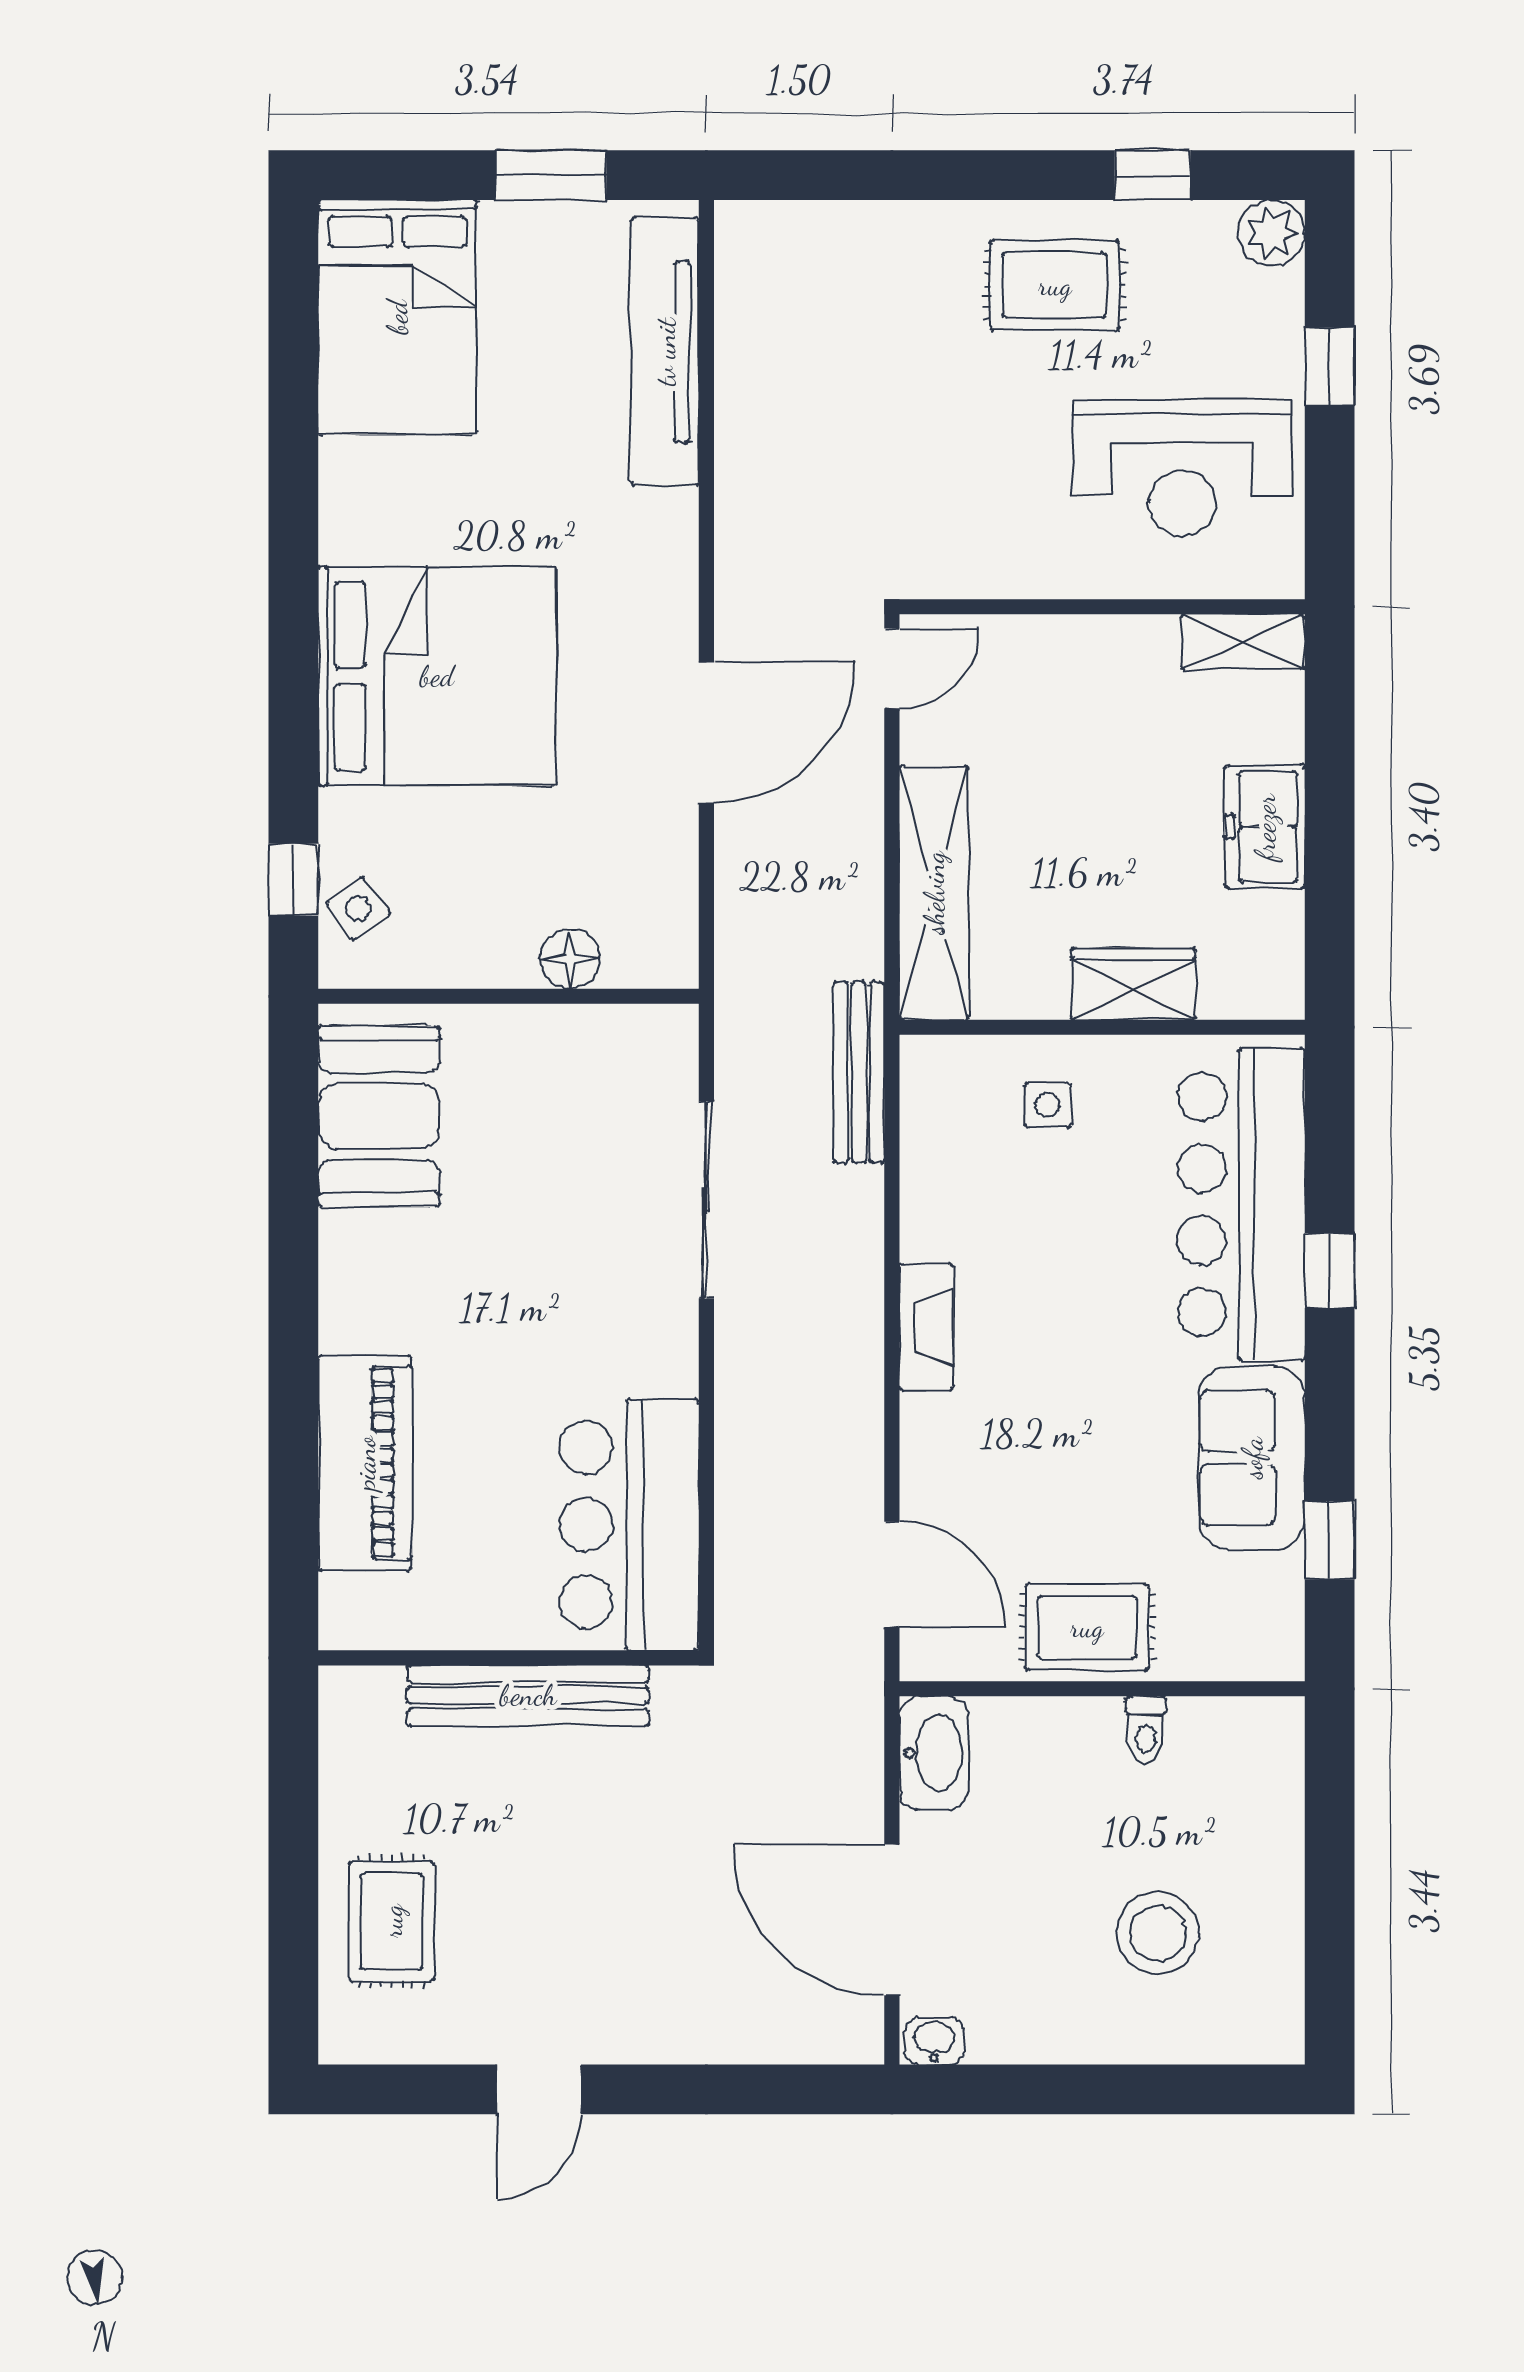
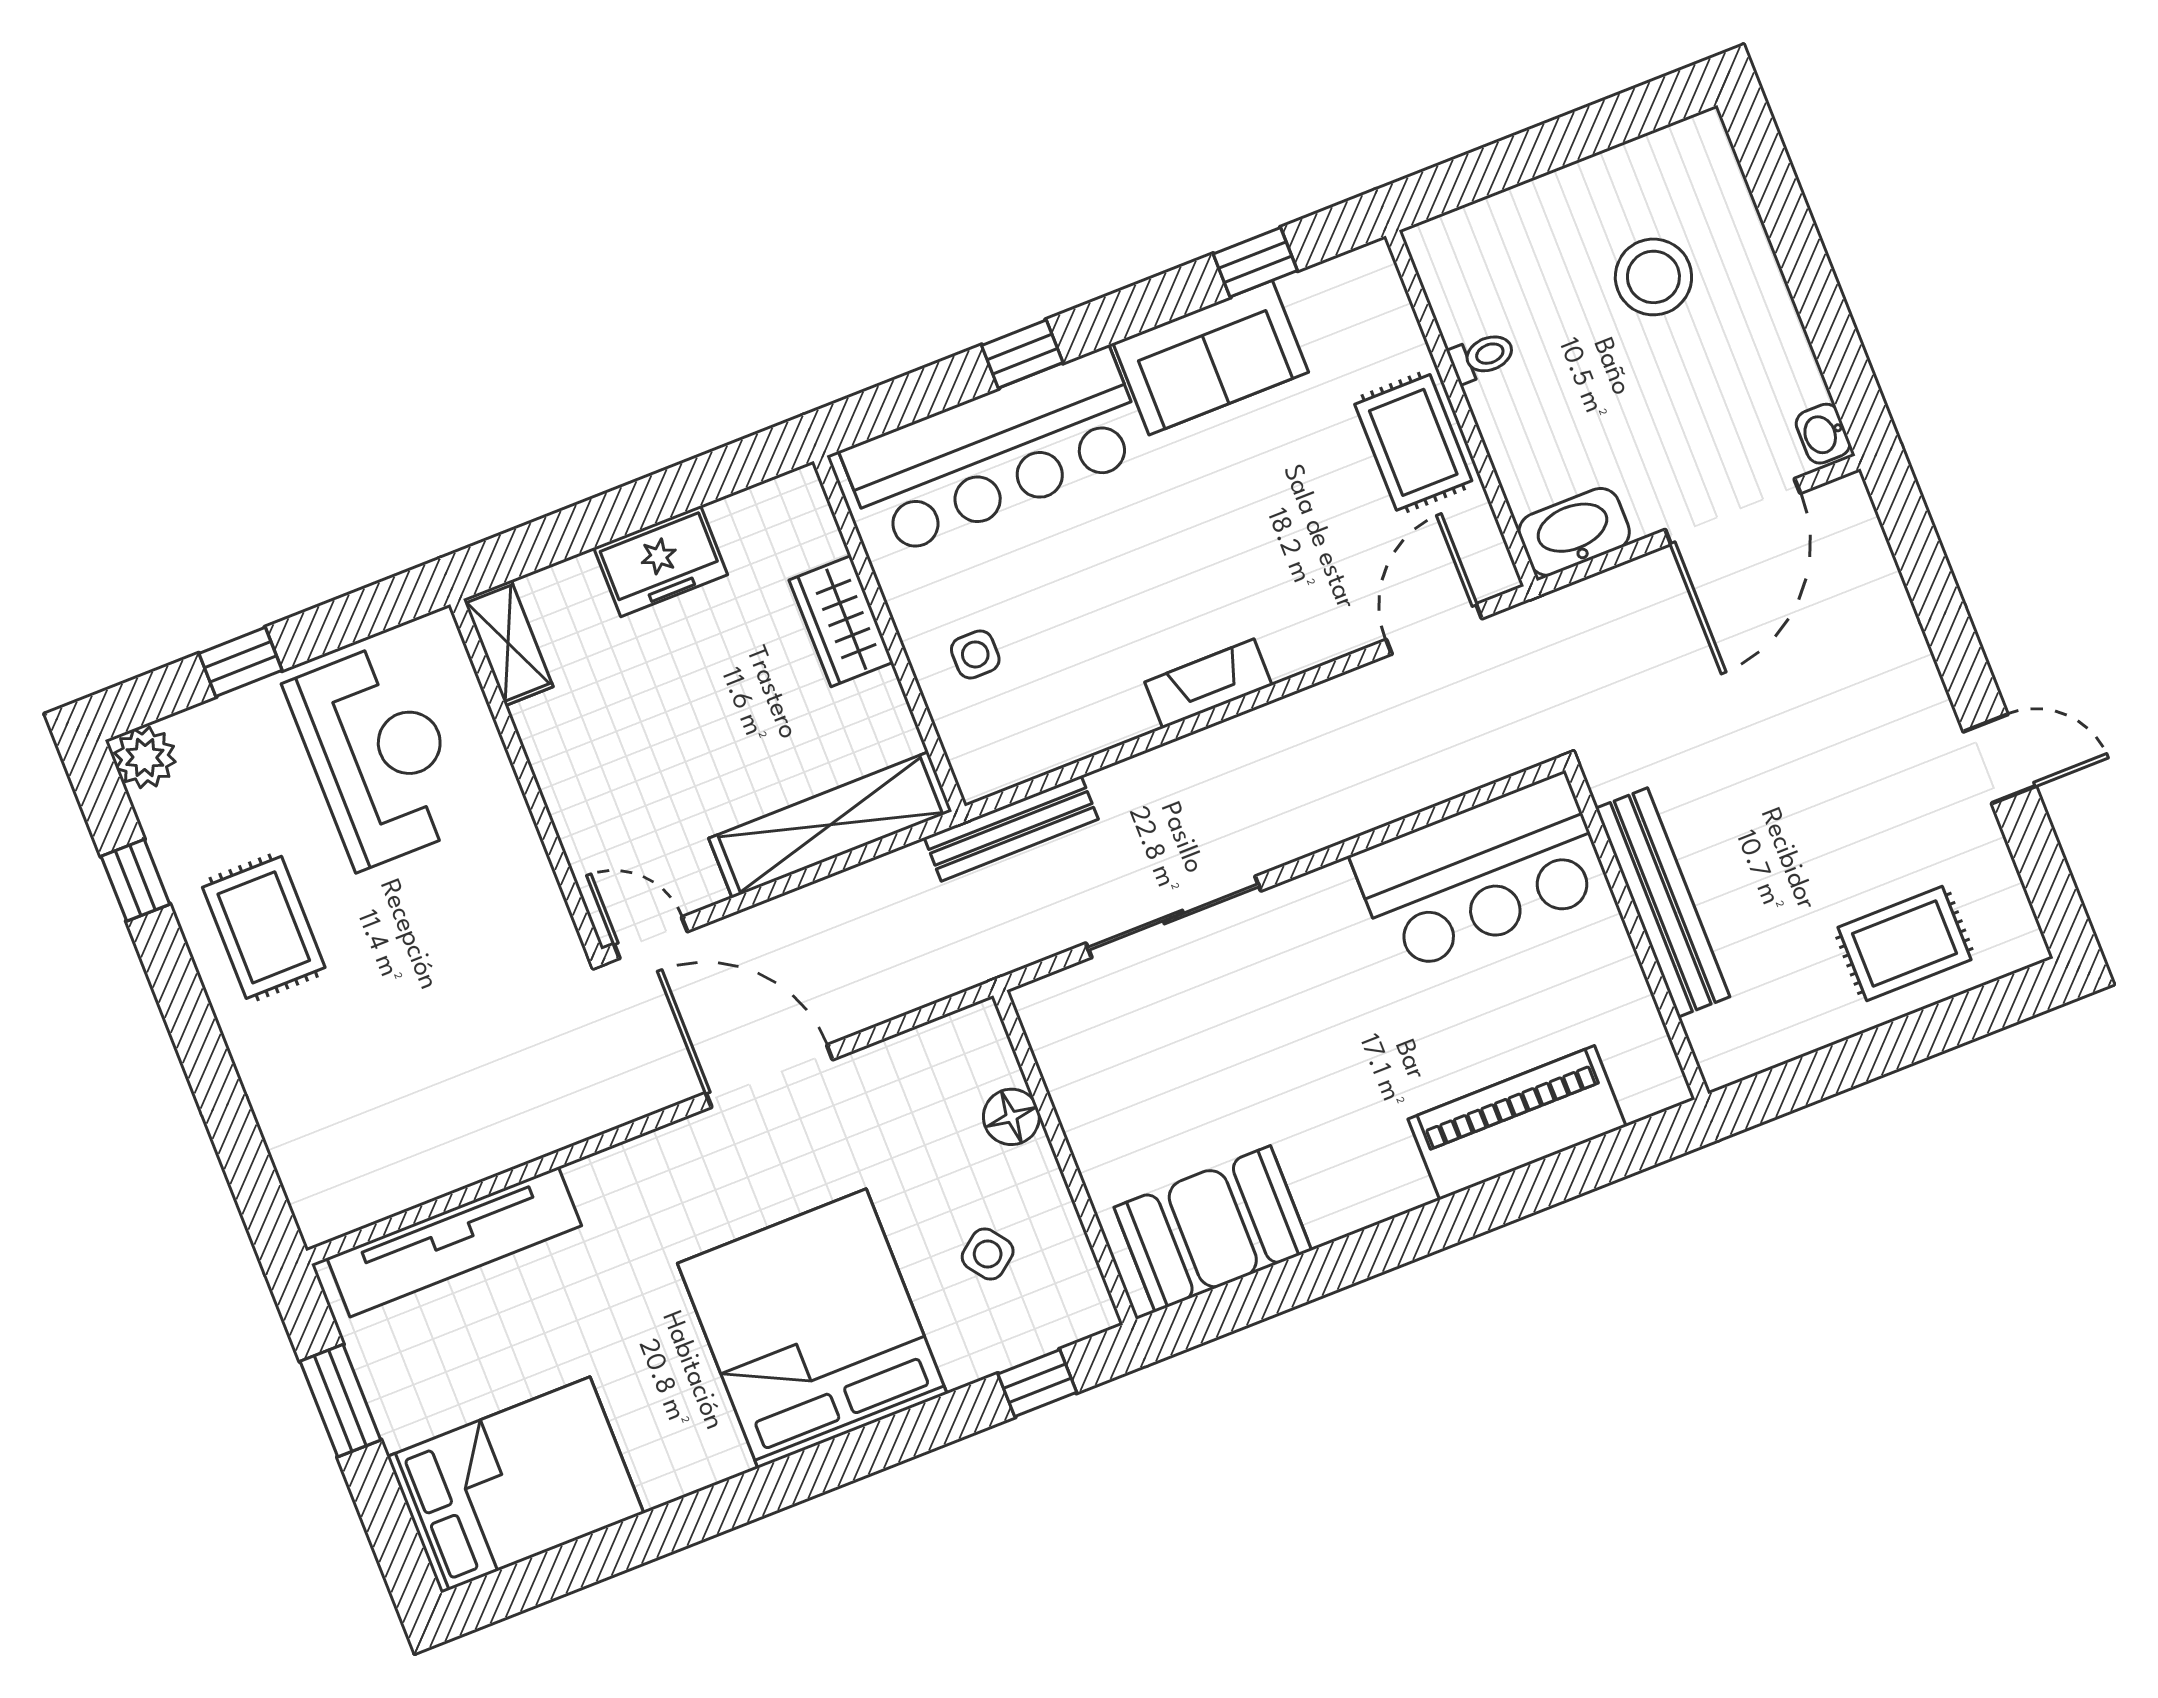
side table: (358, 909) -> (988, 1254), moved

